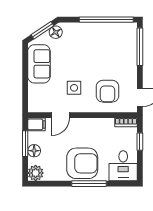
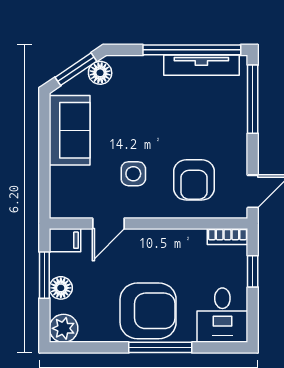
tv unit: (112, 28) -> (201, 65), added

